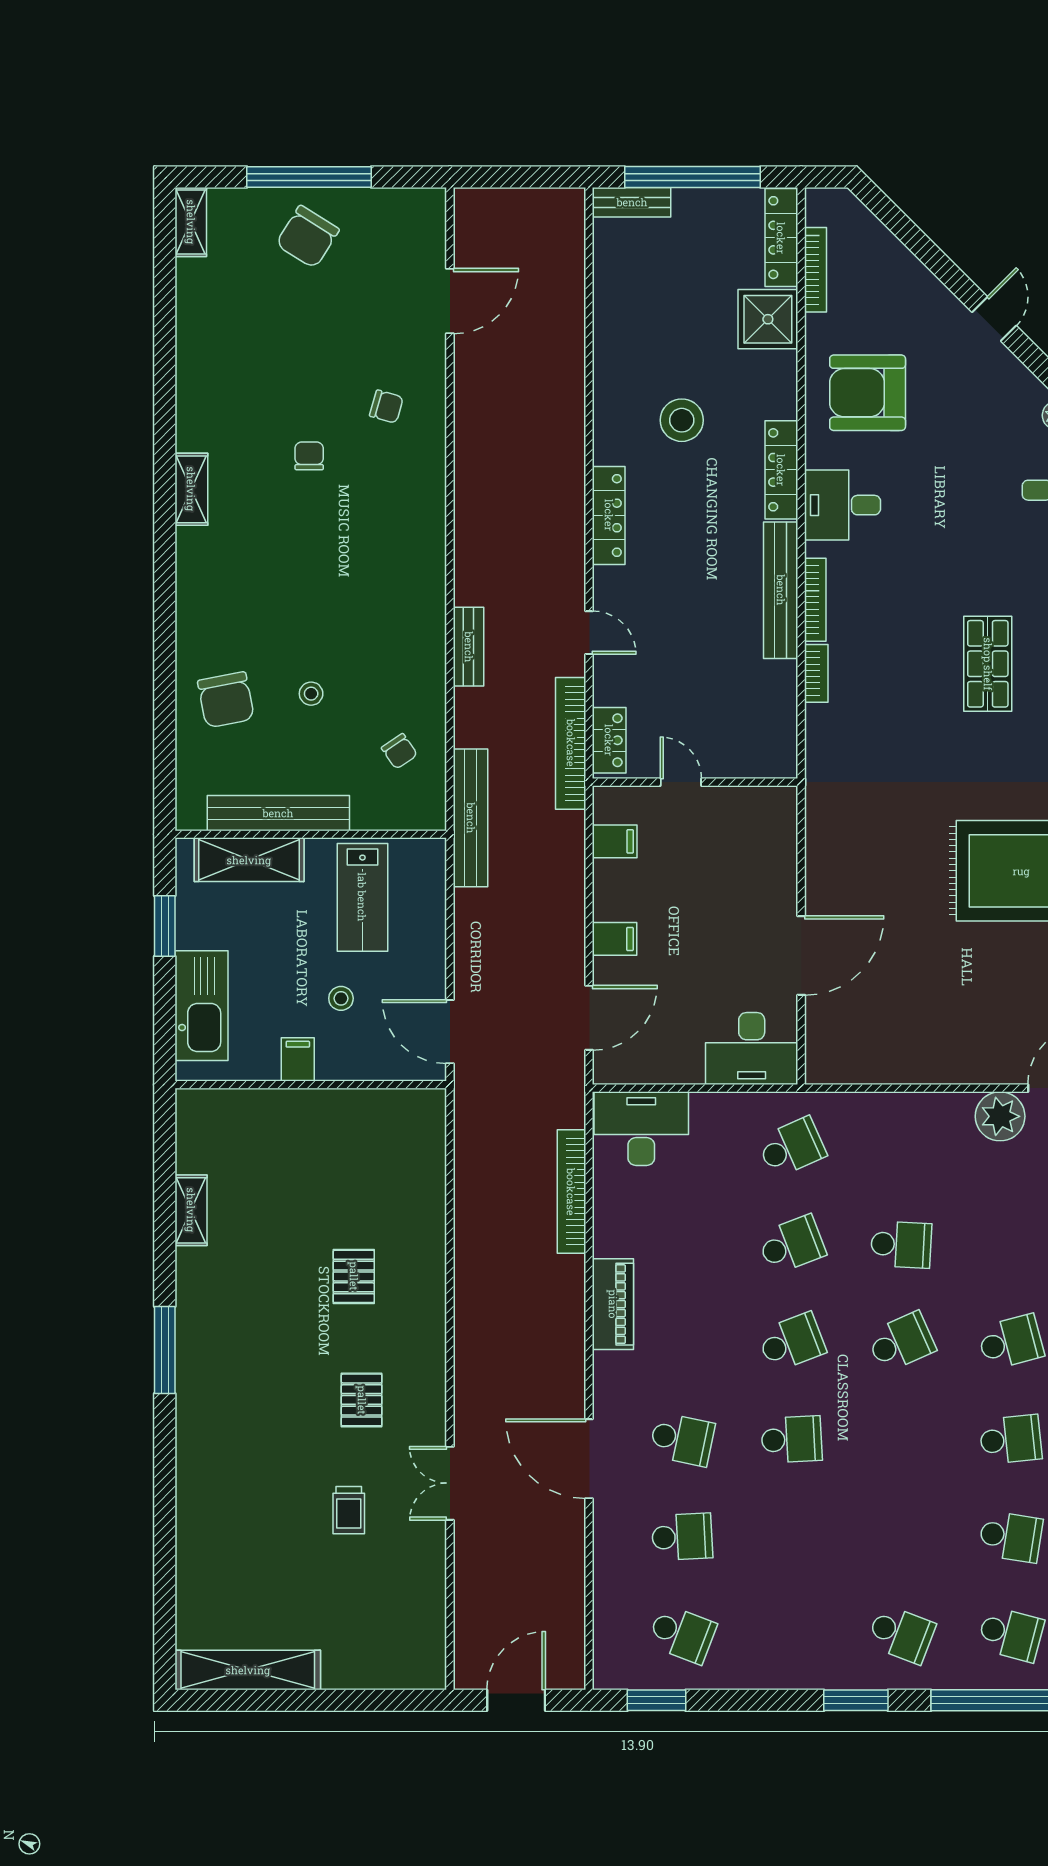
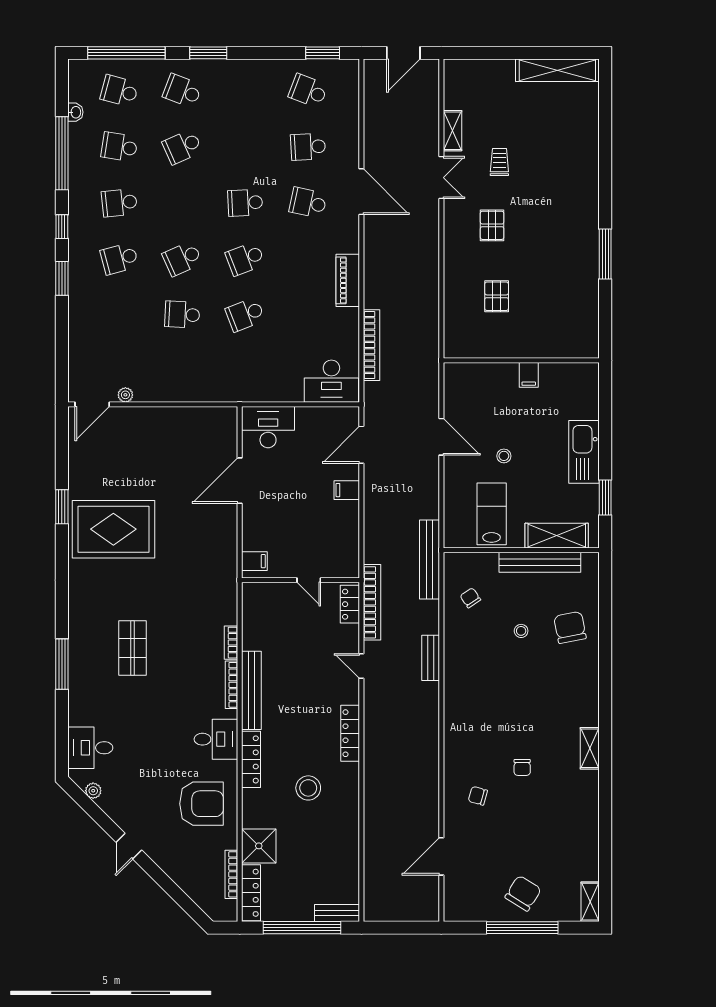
filing cabinet: (615, 841) -> (254, 561), moved, turned 180
filing cabinet: (298, 1059) -> (529, 375), moved
wall: (311, 1085) -> (521, 360), moved
plant: (1000, 1116) -> (125, 395), width x0.53, depth x0.53
school desk: (792, 1147) -> (182, 147), moved
shelving: (191, 1210) -> (452, 131), moved

